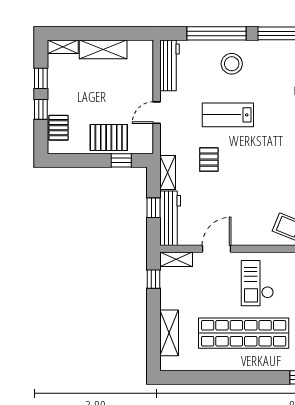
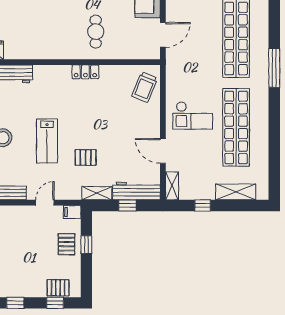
window: (41, 109) -> (55, 303), moved
door: (157, 113) -> (45, 203), swing flipped
pallet: (109, 137) -> (67, 244), width x0.67, depth x0.71
filing cabinet: (146, 144) -> (72, 212), added
window: (121, 160) -> (86, 245), moved
window: (153, 279) -> (203, 205), moved

